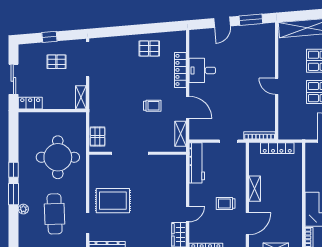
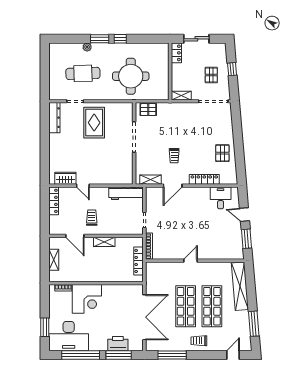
desk: (202, 70) -> (221, 198), moved

